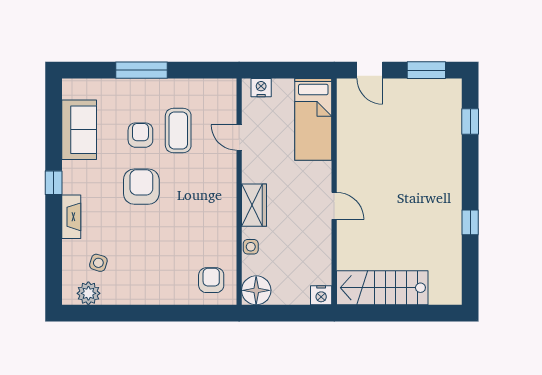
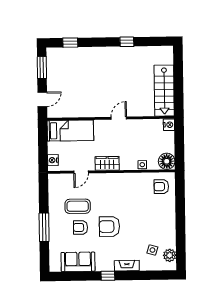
wardrobe: (254, 205) -> (107, 163), moved

